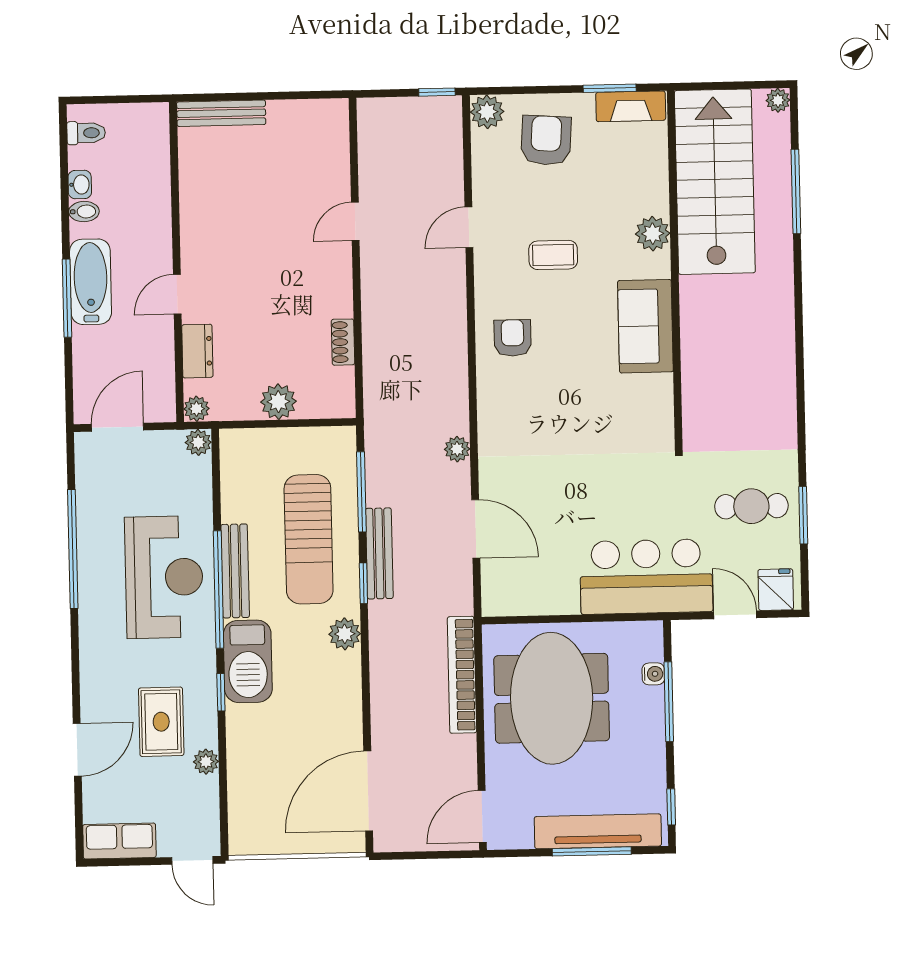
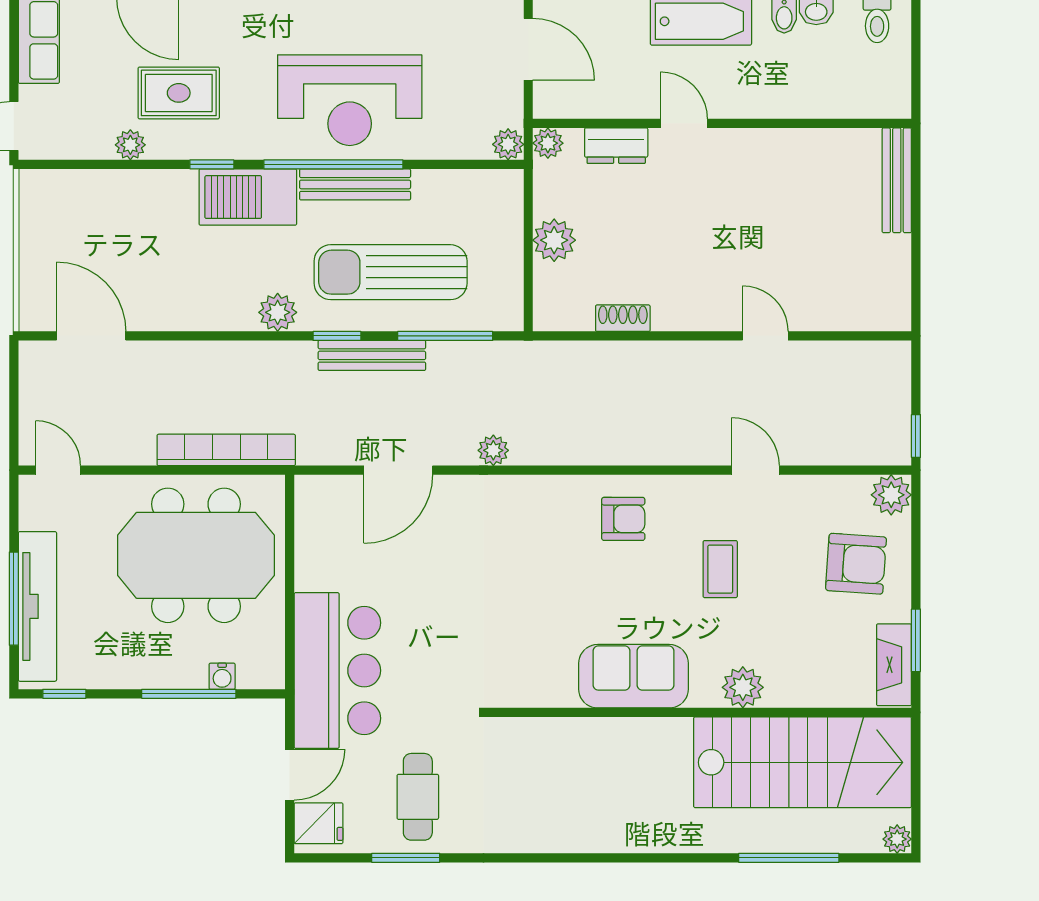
door: (368, 791) -> (91, 336), width x0.73
door: (482, 817) -> (58, 470), width x0.73

